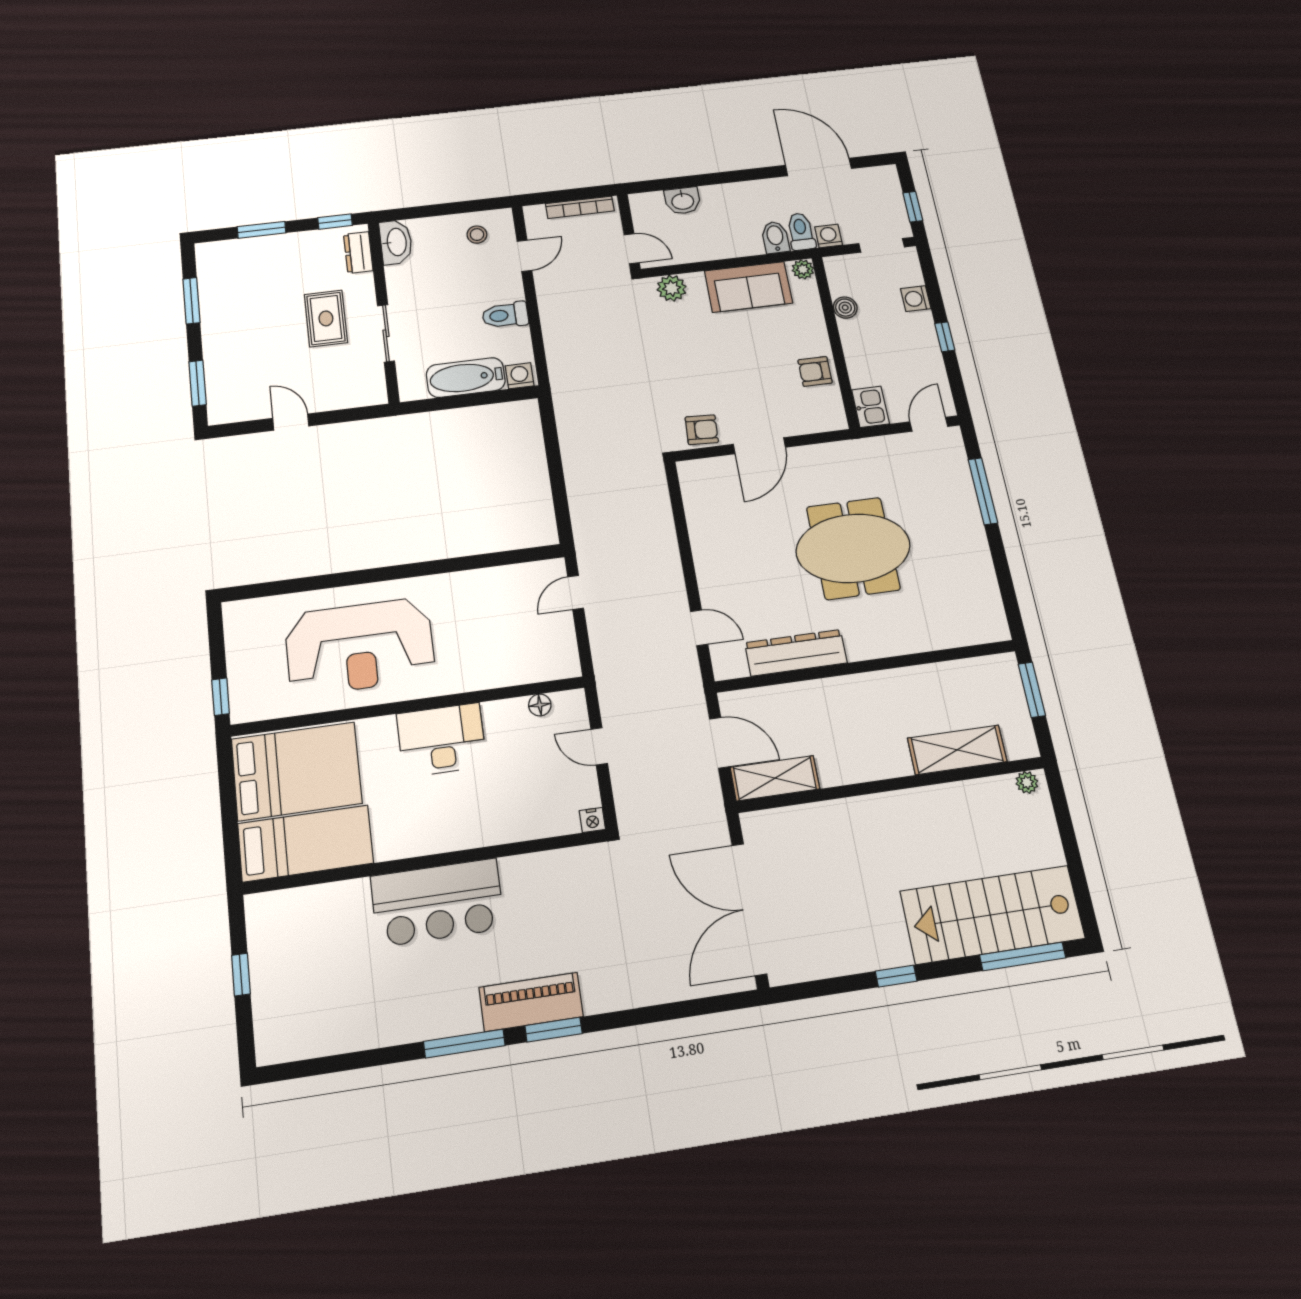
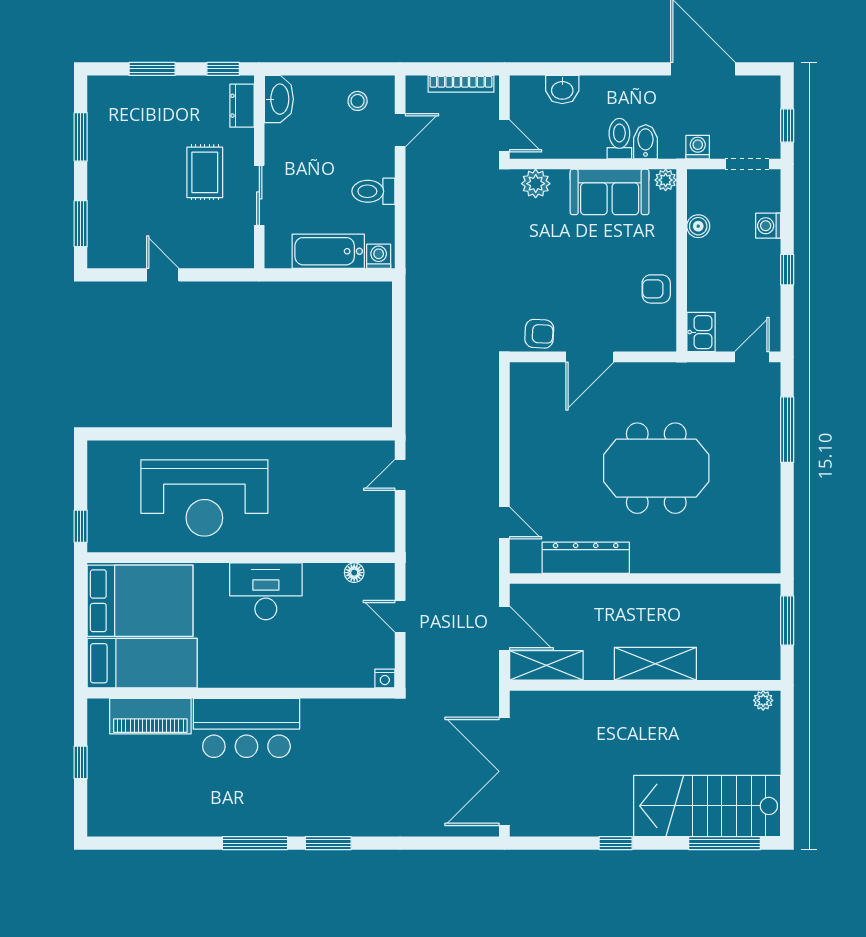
toilet: (801, 232) -> (619, 139), moved
shelving: (957, 750) -> (655, 664), moved
piano: (531, 1002) -> (150, 716), moved, turned 180

